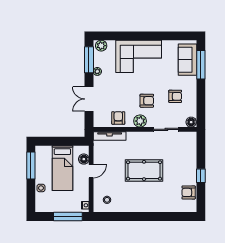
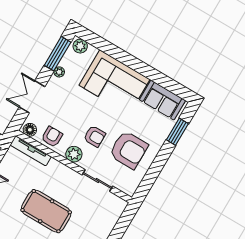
sofa: (187, 60) -> (162, 100), moved, turned -90
window: (201, 65) -> (177, 132), width x0.69
armchair: (175, 96) -> (129, 150), width x1.88, depth x1.88
floor lamp: (191, 122) -> (30, 130), moved

